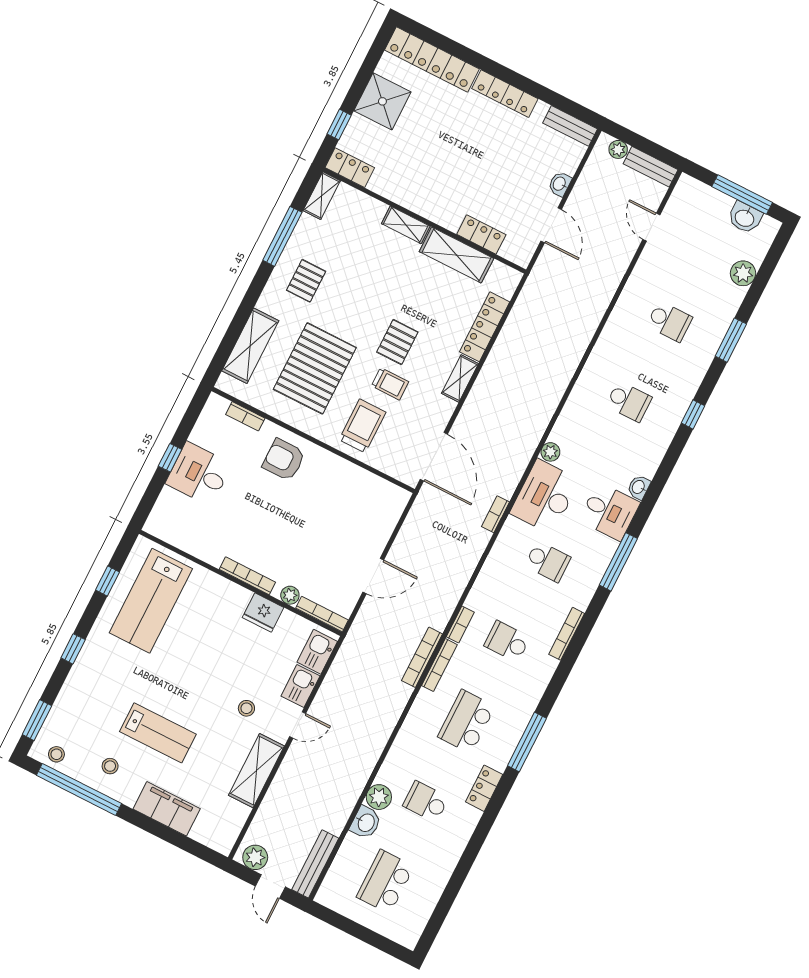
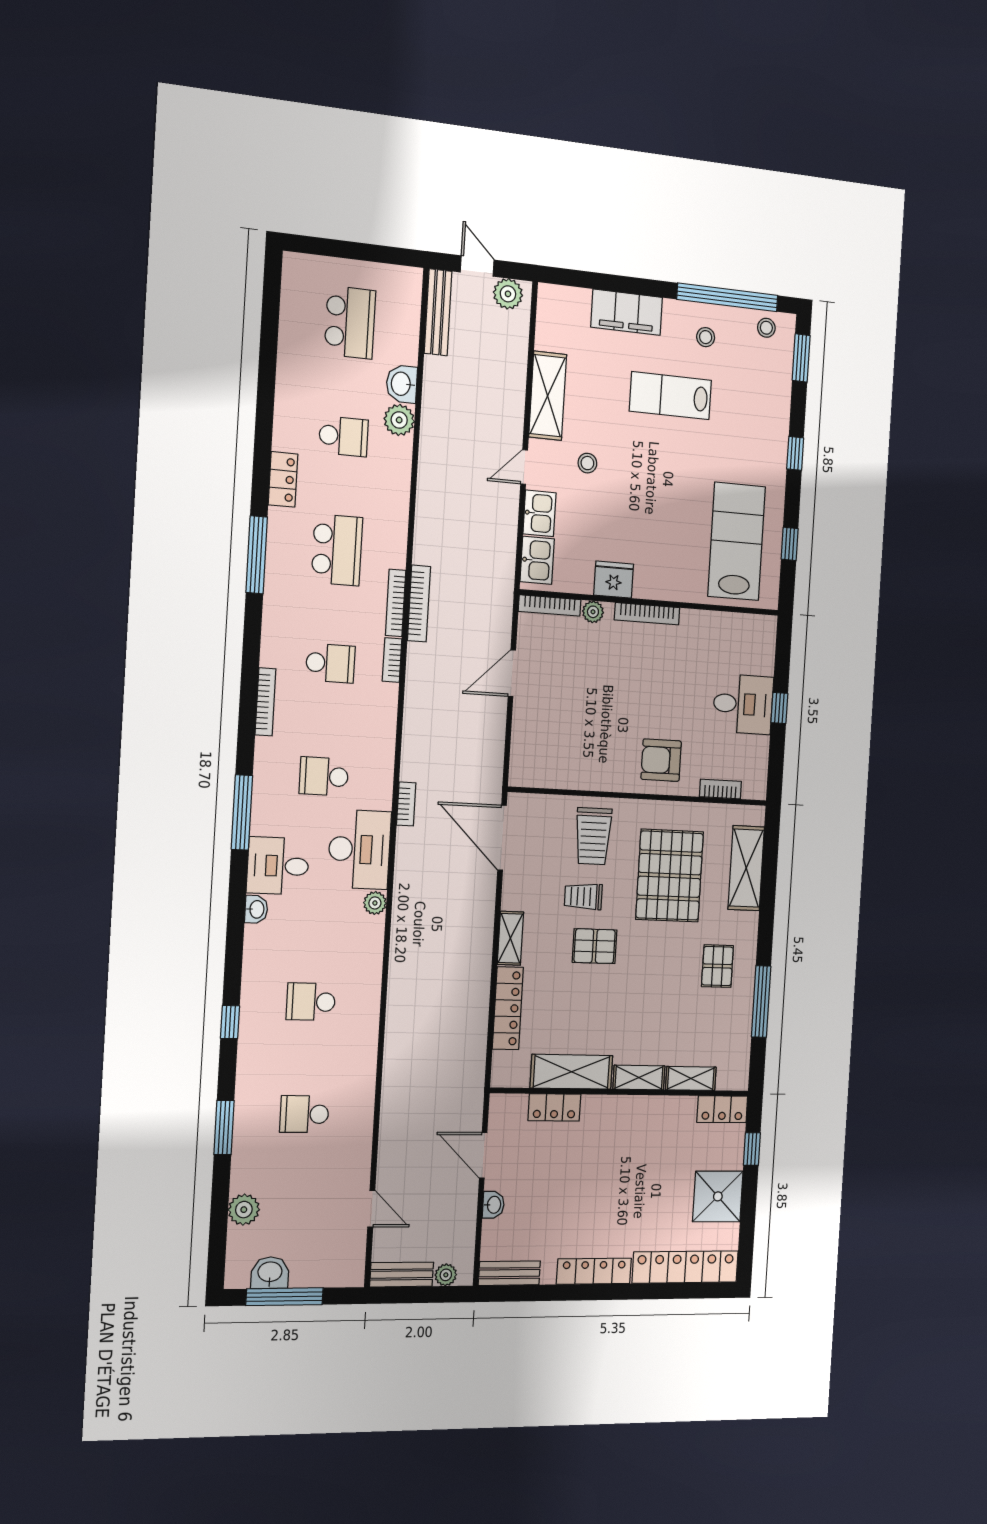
shelving: (322, 196) -> (691, 1078), moved, turned 90
pallet: (397, 342) -> (595, 946), turned 90
armchair: (284, 460) -> (661, 760), turned 180

